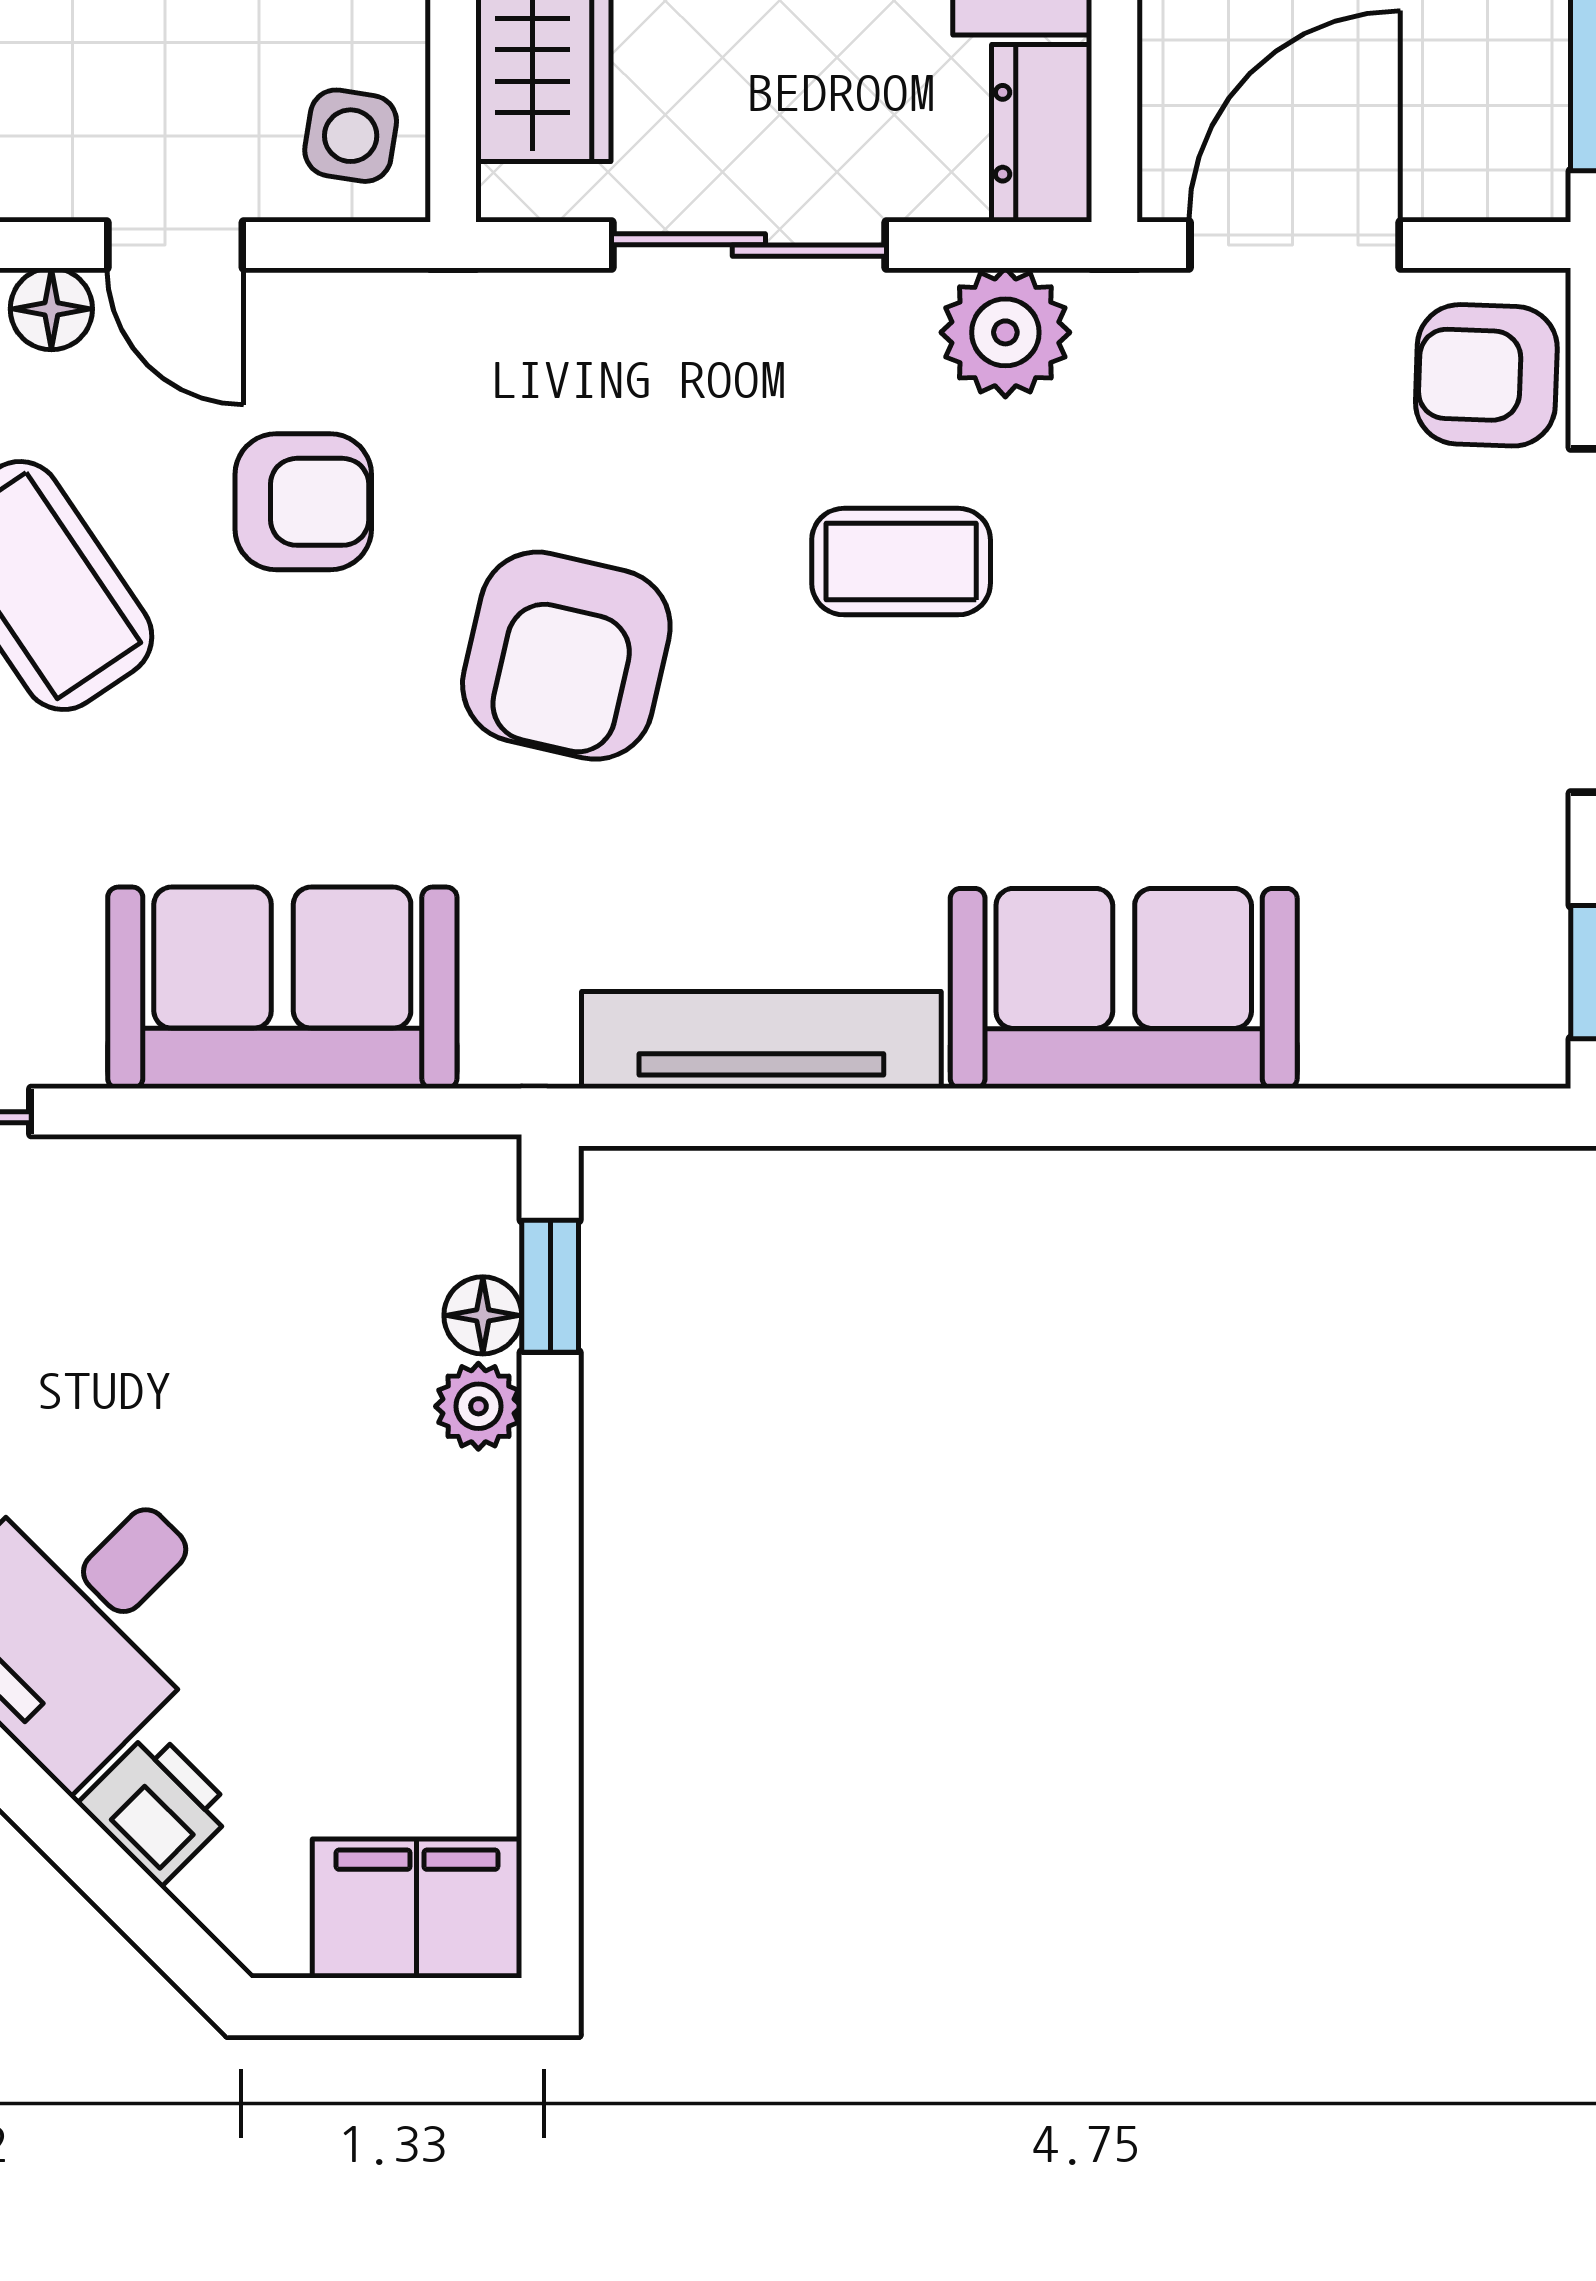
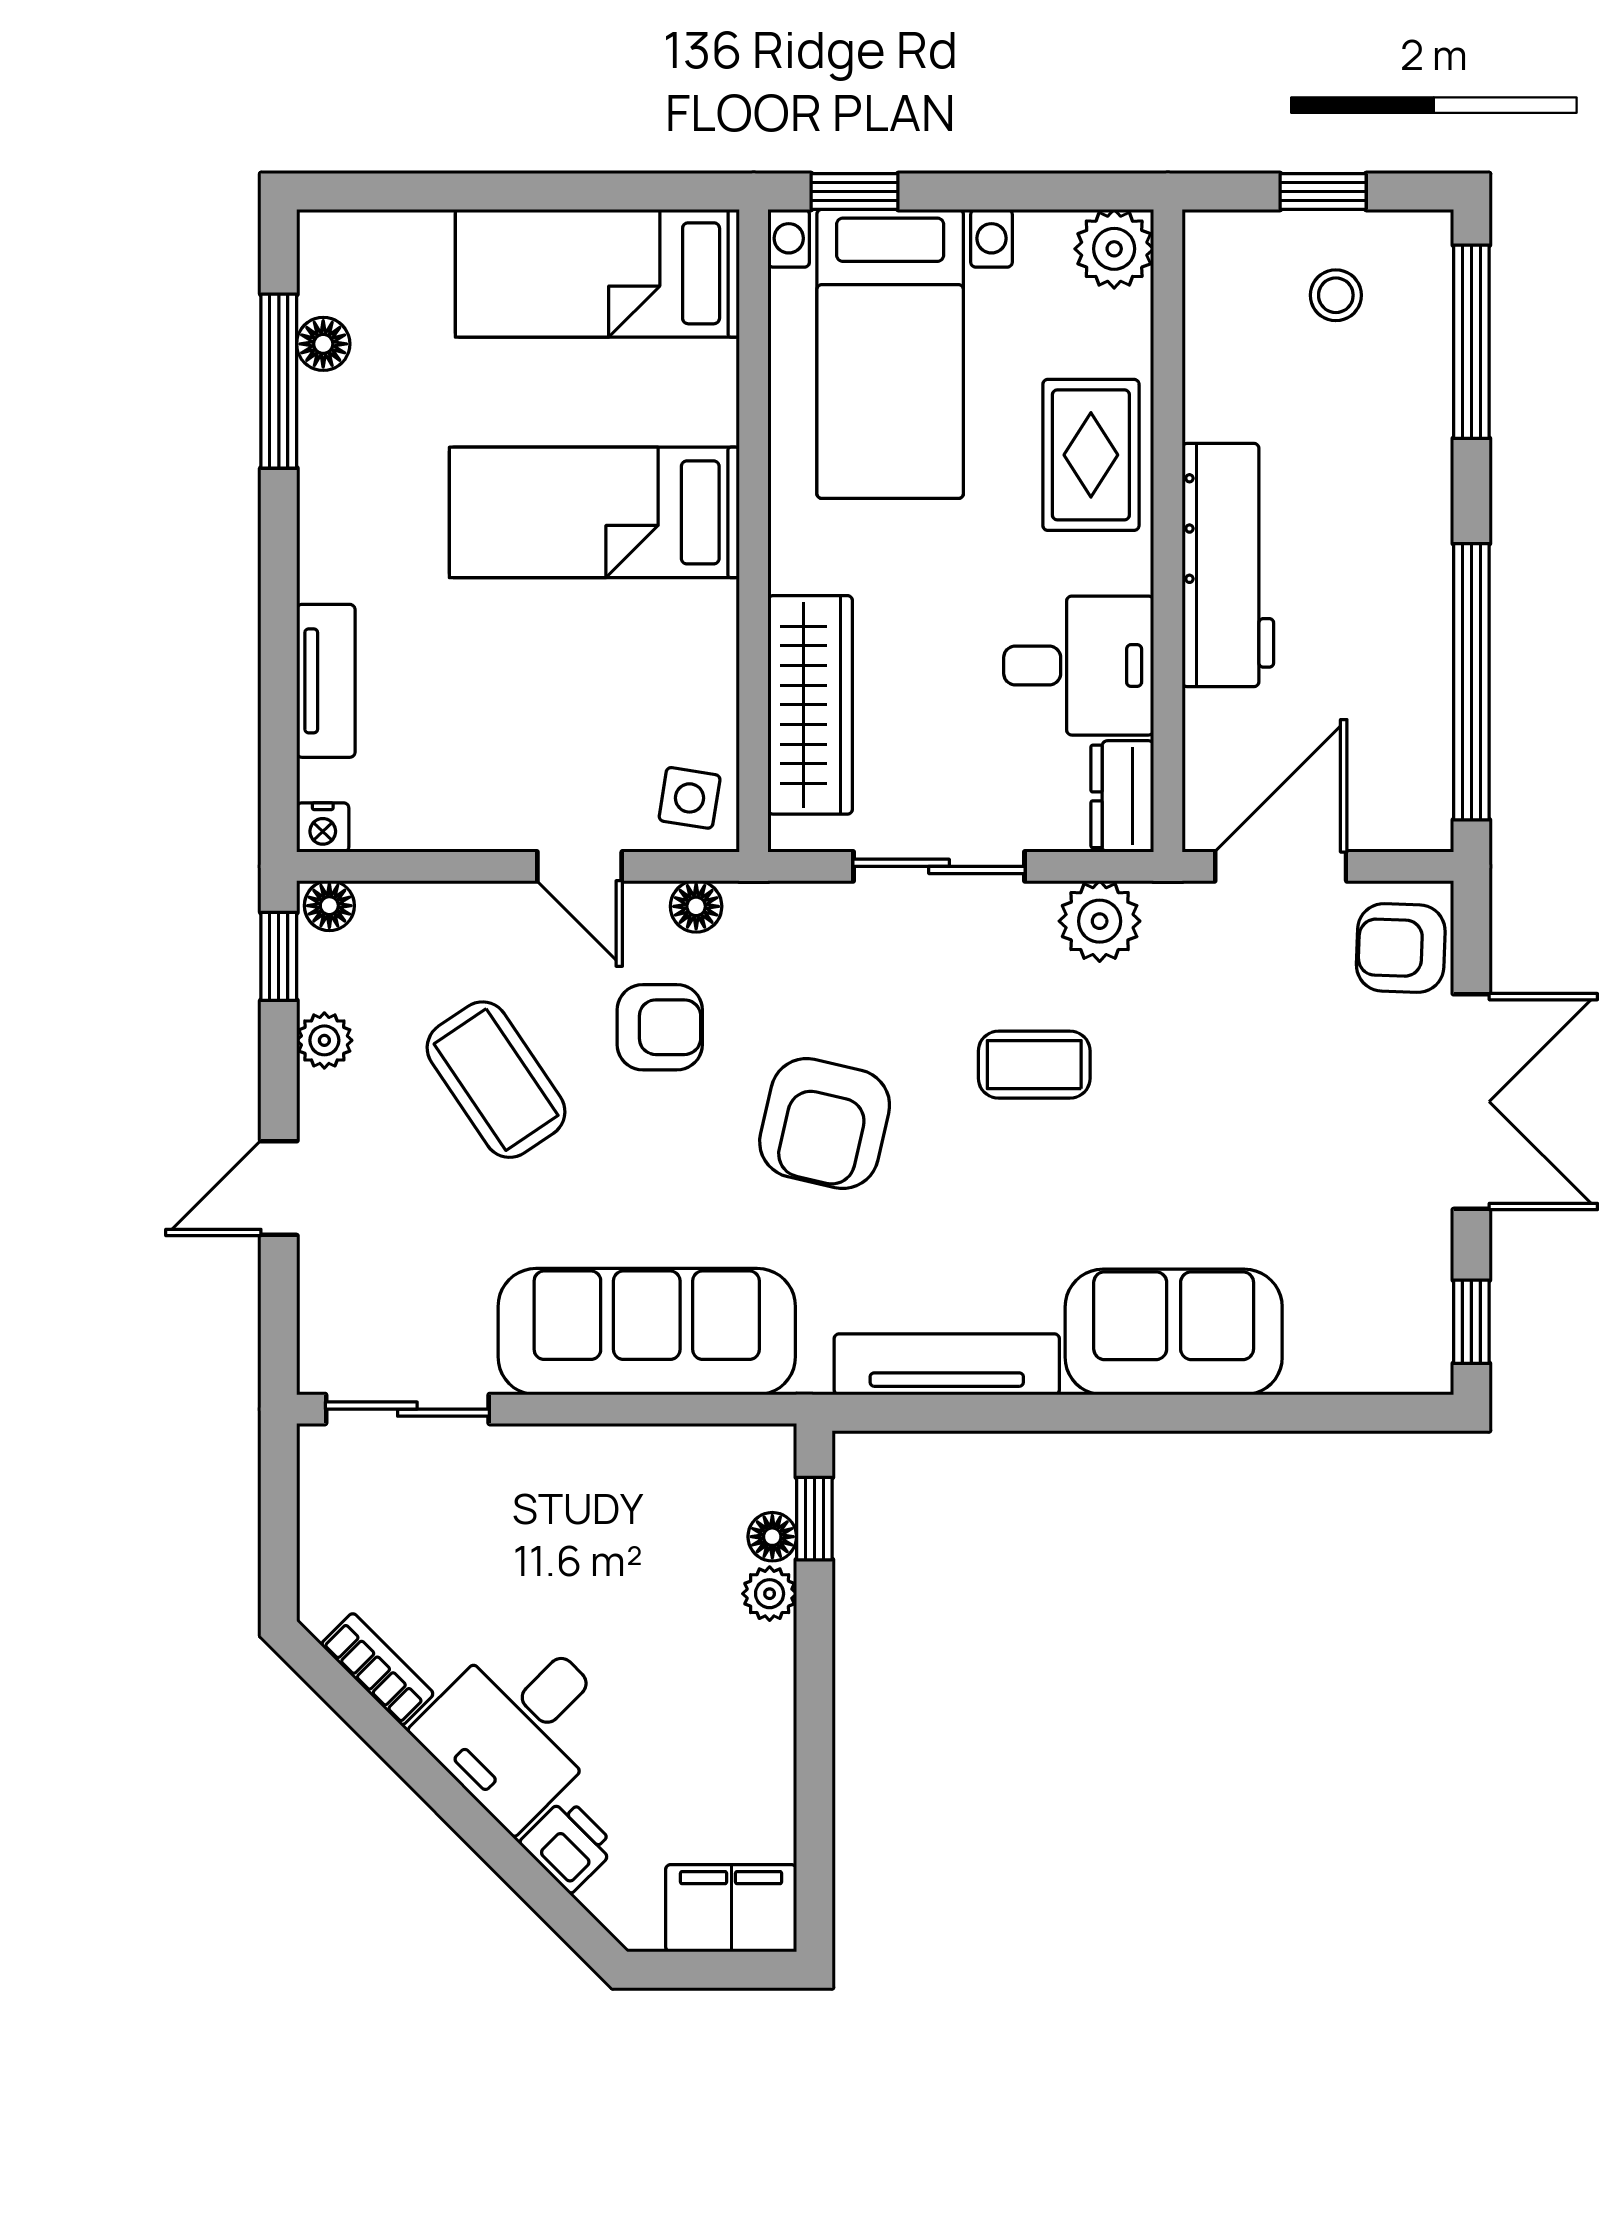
floor lamp: (51, 309) -> (696, 906), moved
sofa: (282, 988) -> (647, 1332), width x1.36

